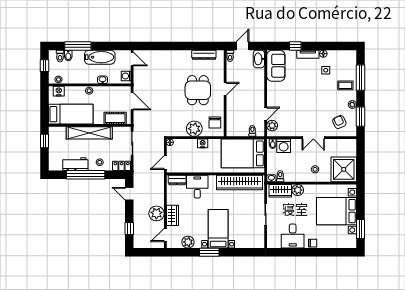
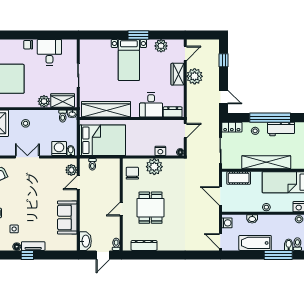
window: (295, 46) -> (27, 255), moved
sofa: (276, 66) -> (67, 217), moved
nightstand: (203, 143) -> (160, 151), moved

